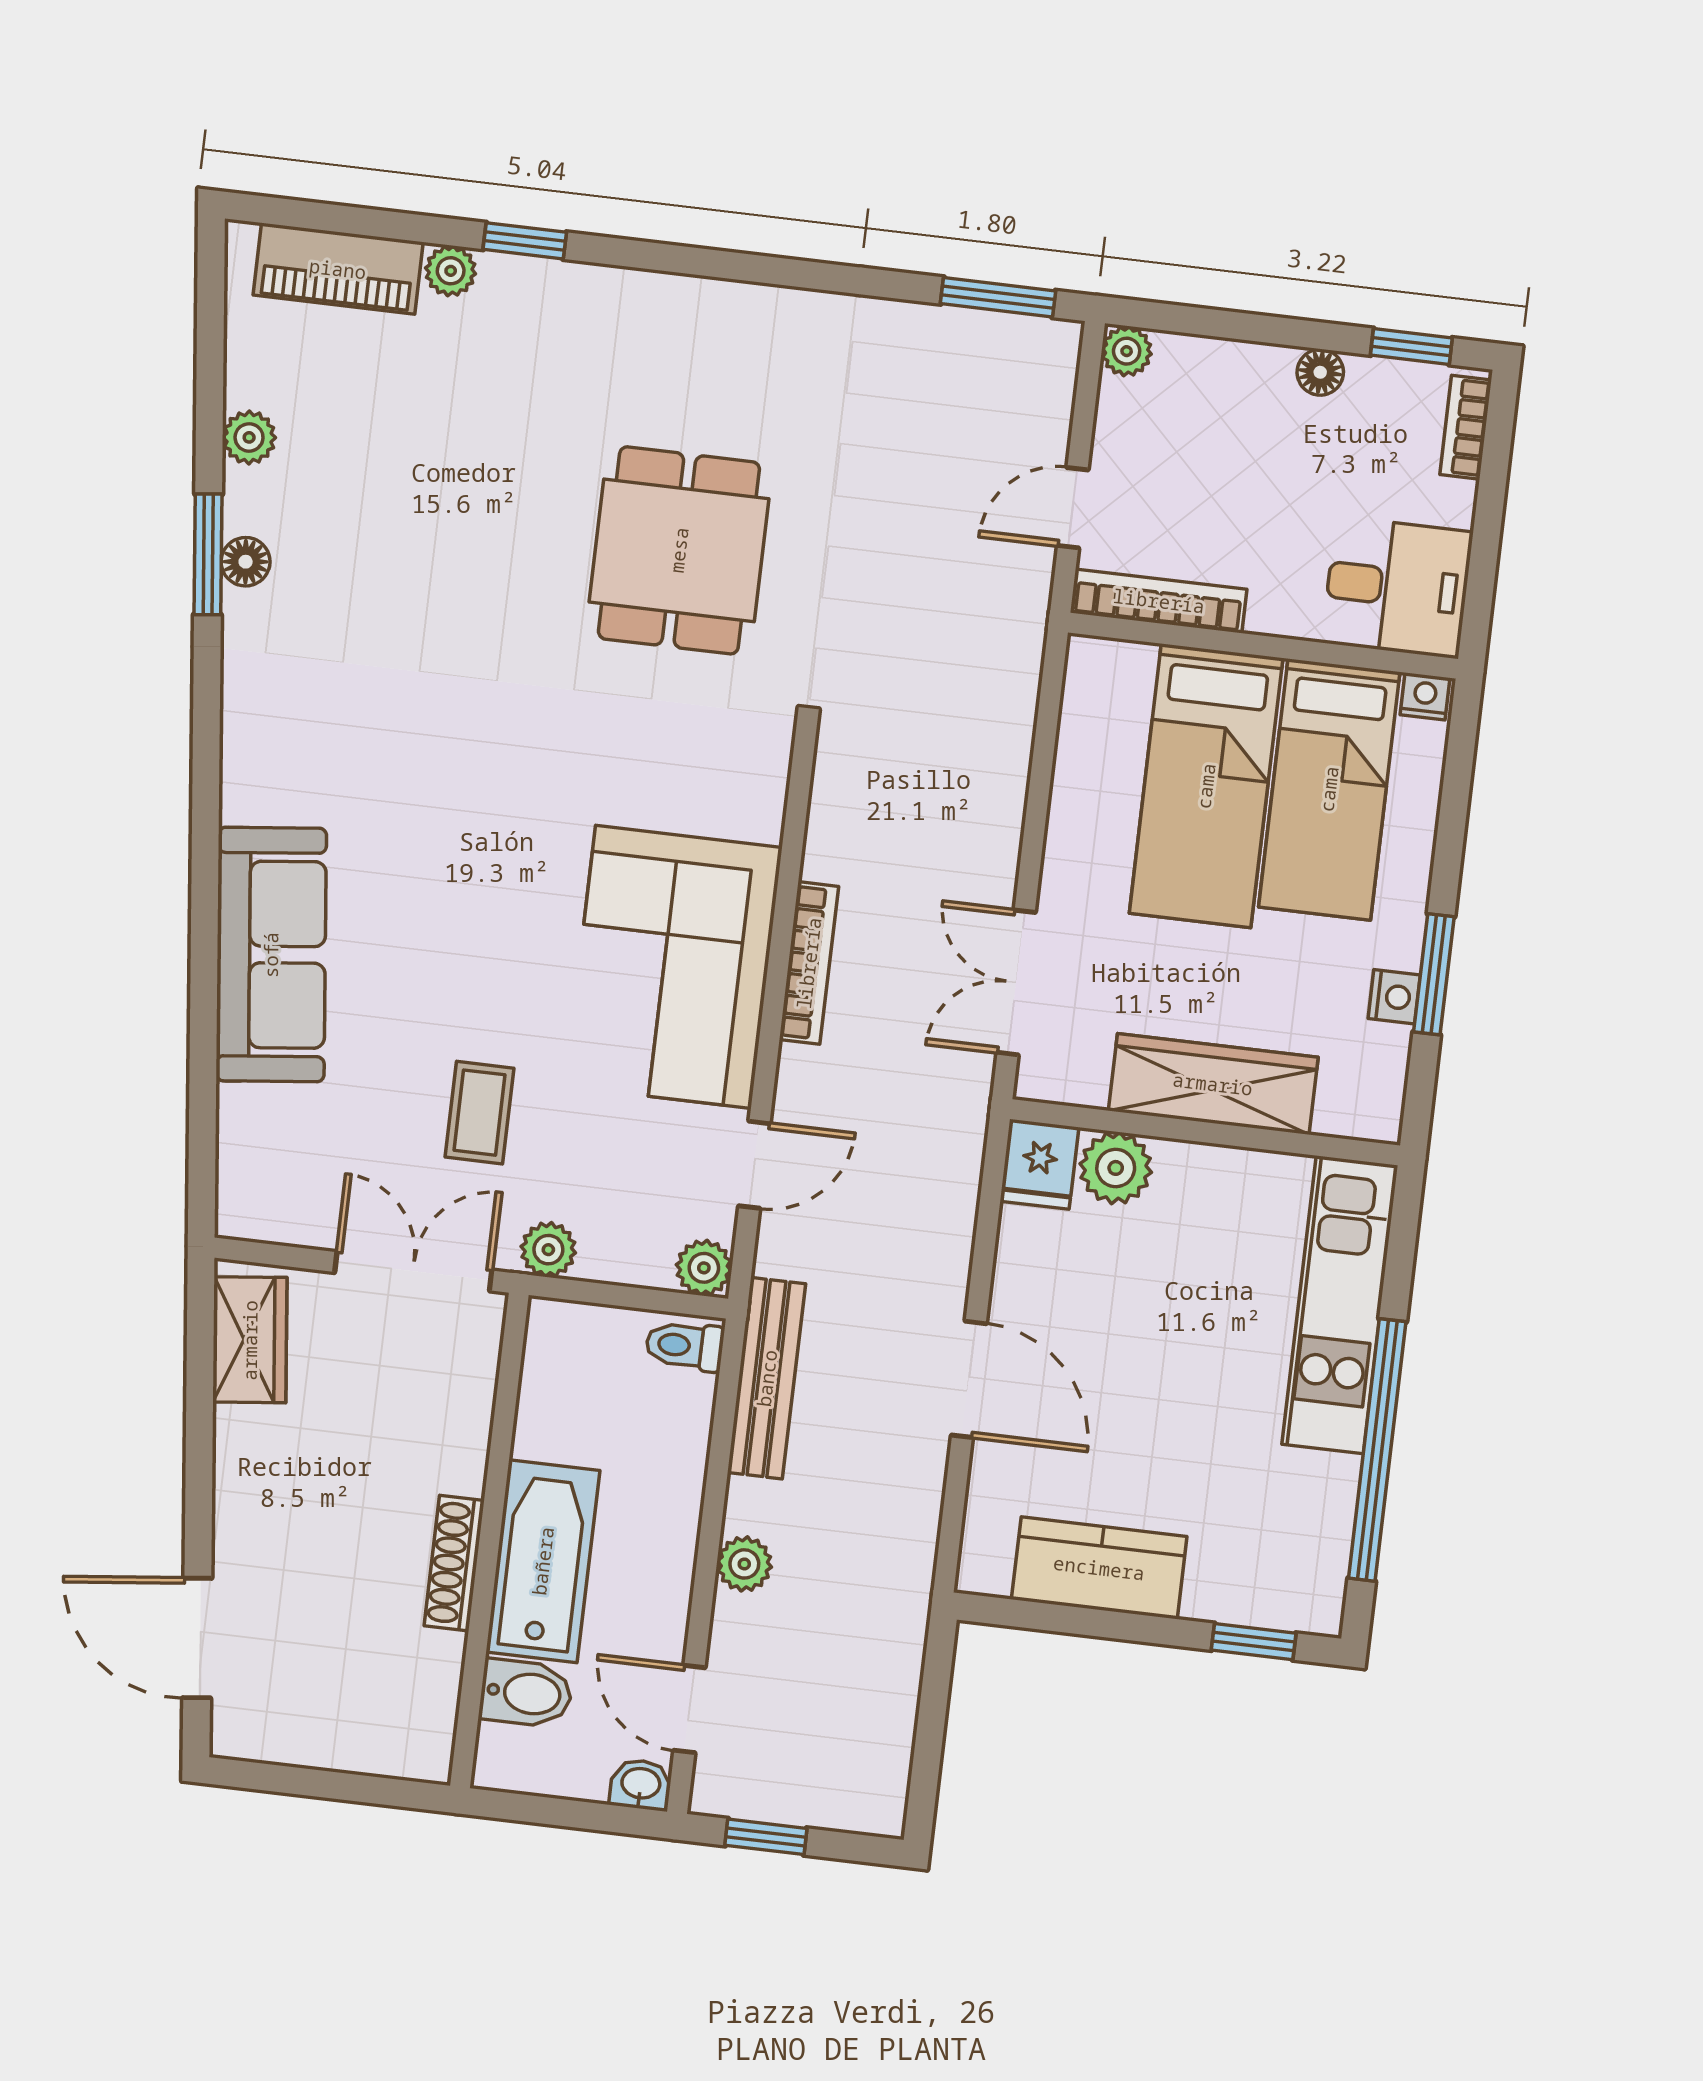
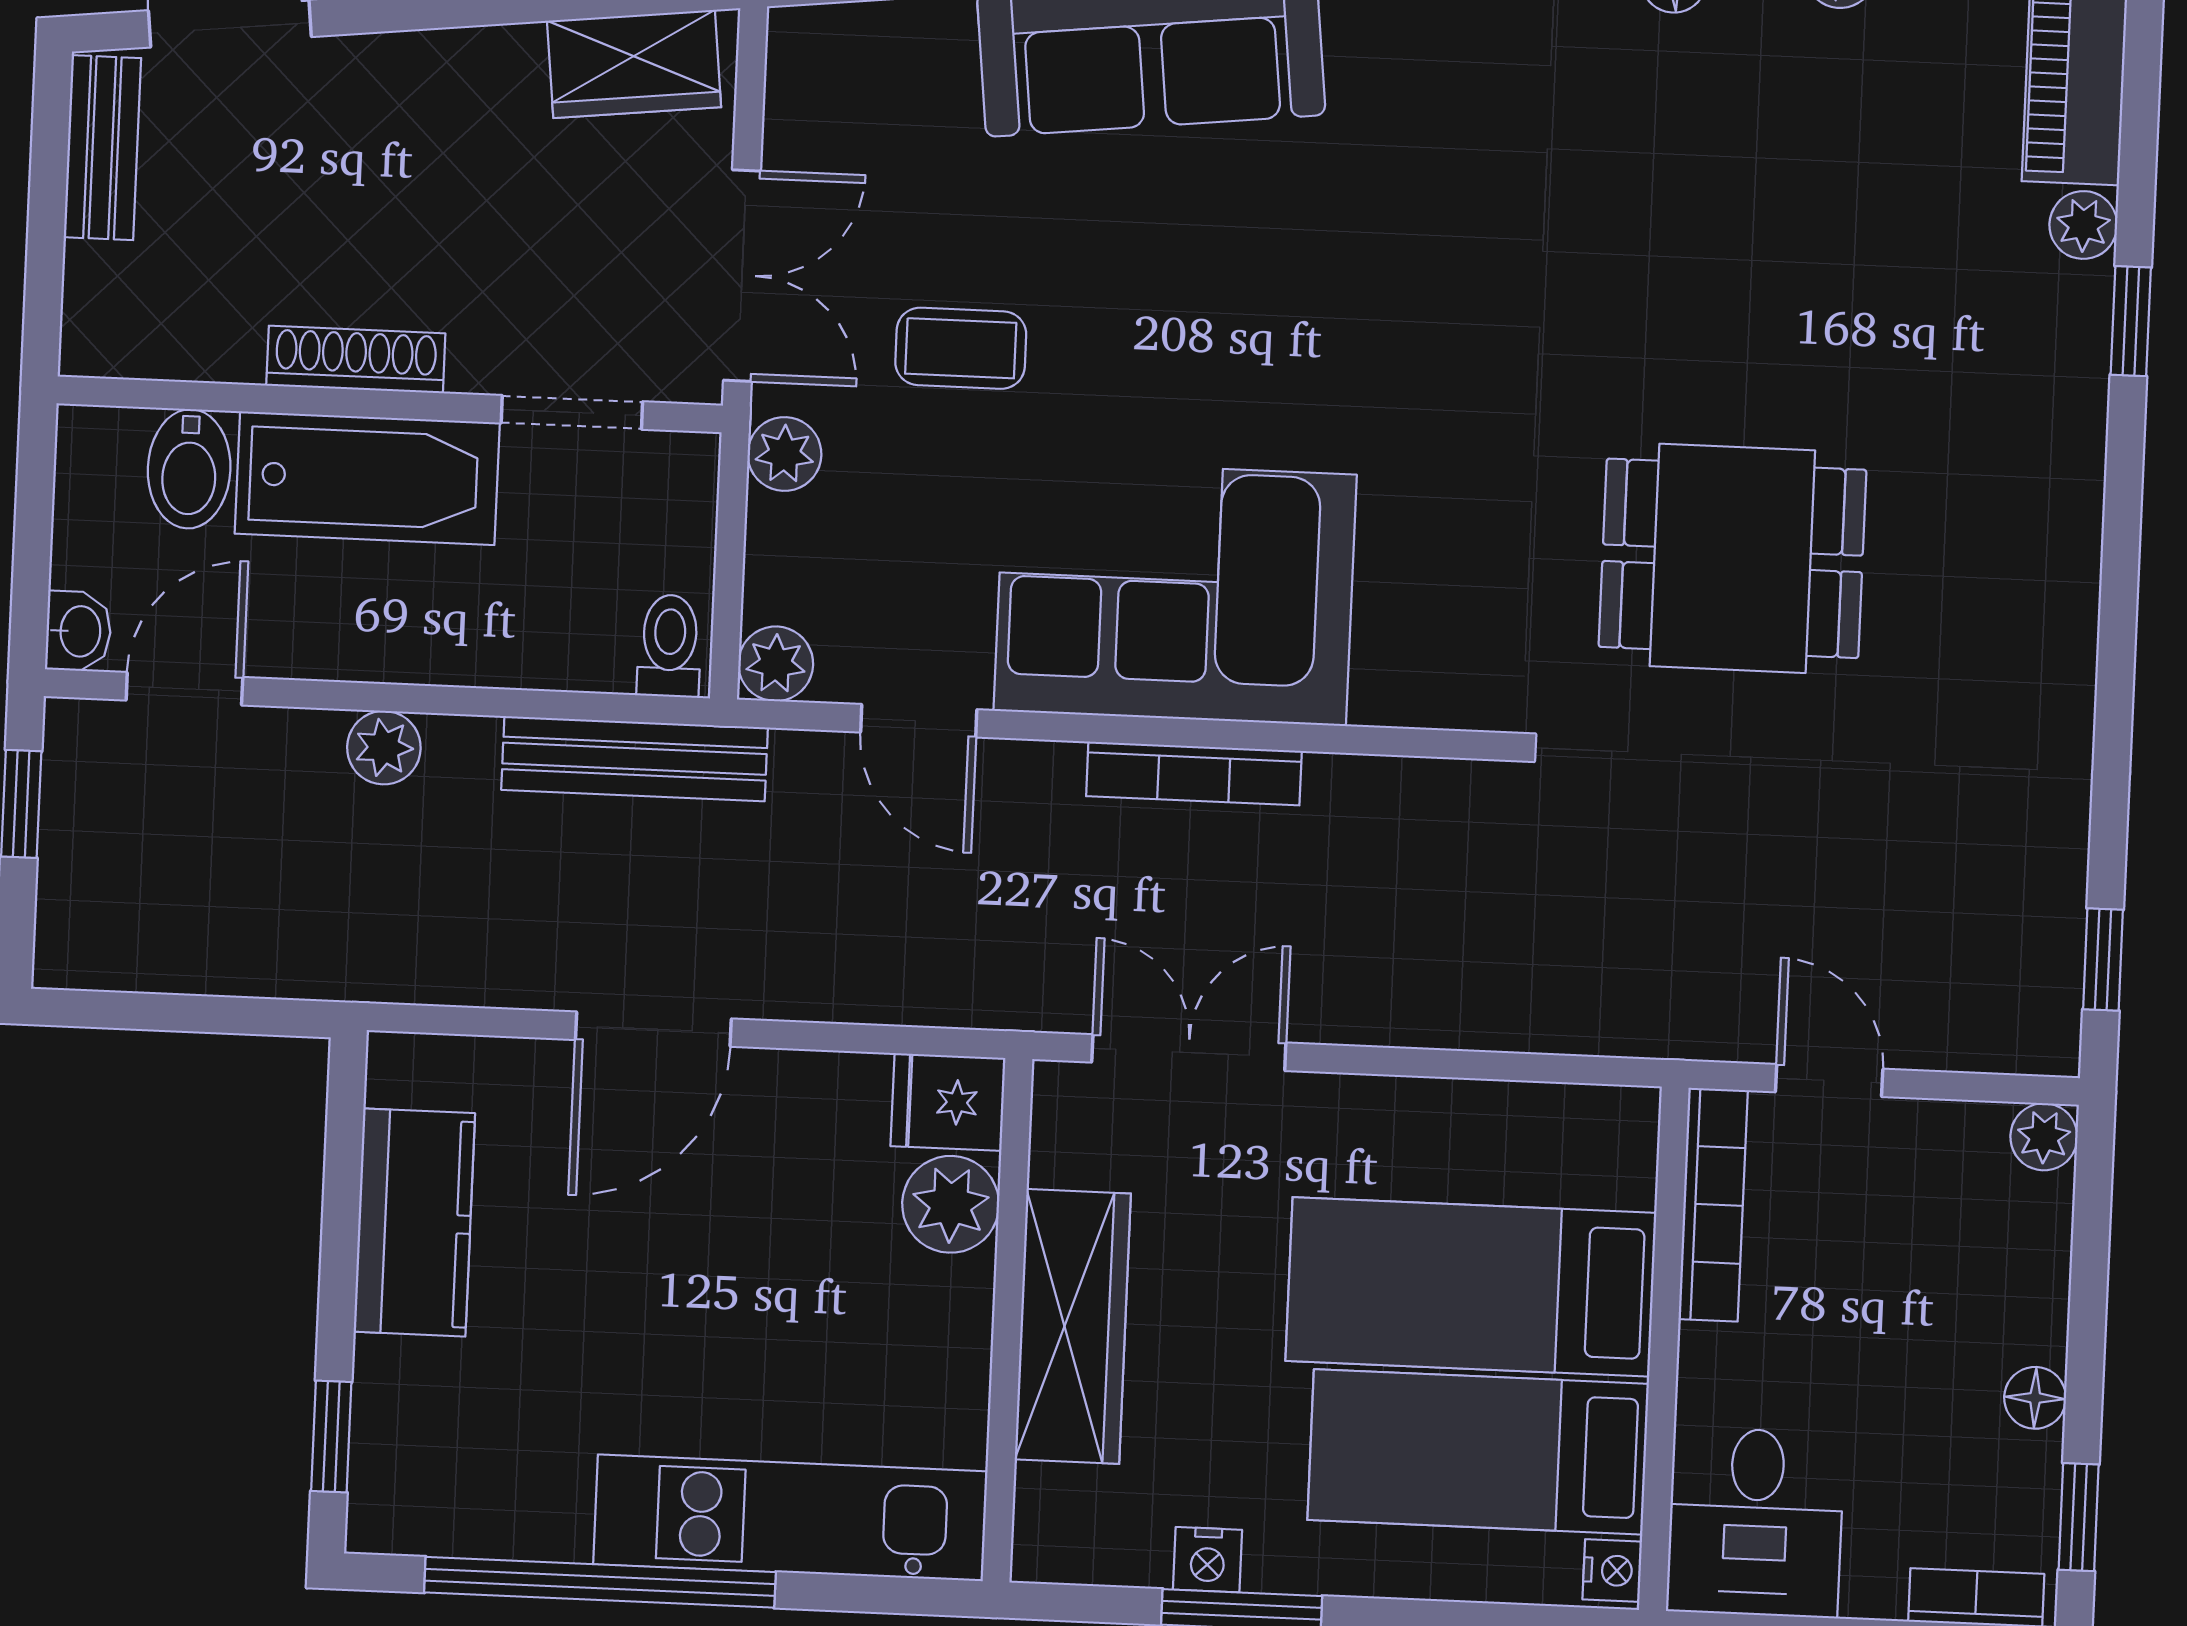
window: (998, 297) -> (2103, 960), width x0.67
doorway: (505, 1405) -> (572, 412), added
bench: (282, 1740) -> (102, 148), added

